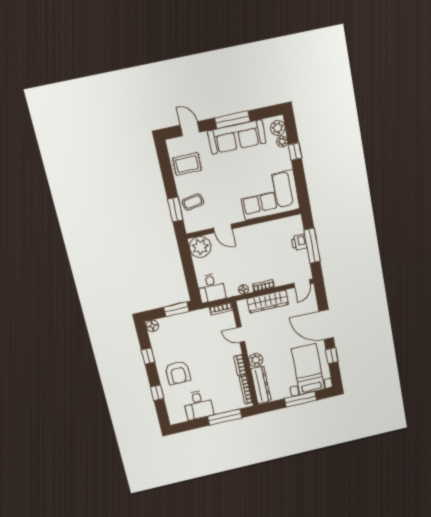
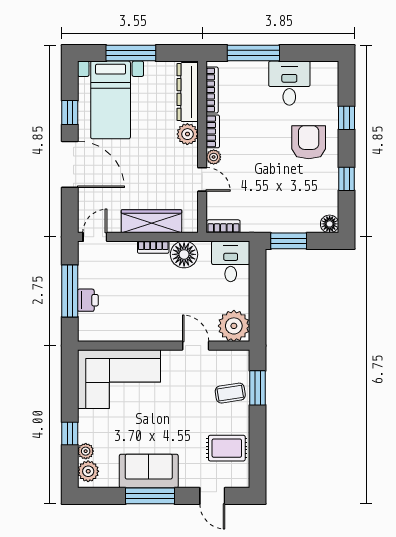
sofa: (237, 137) -> (149, 471), width x0.73
floor lamp: (243, 289) -> (184, 254), width x1.89, depth x1.89
plant: (236, 350) -> (214, 157), added

